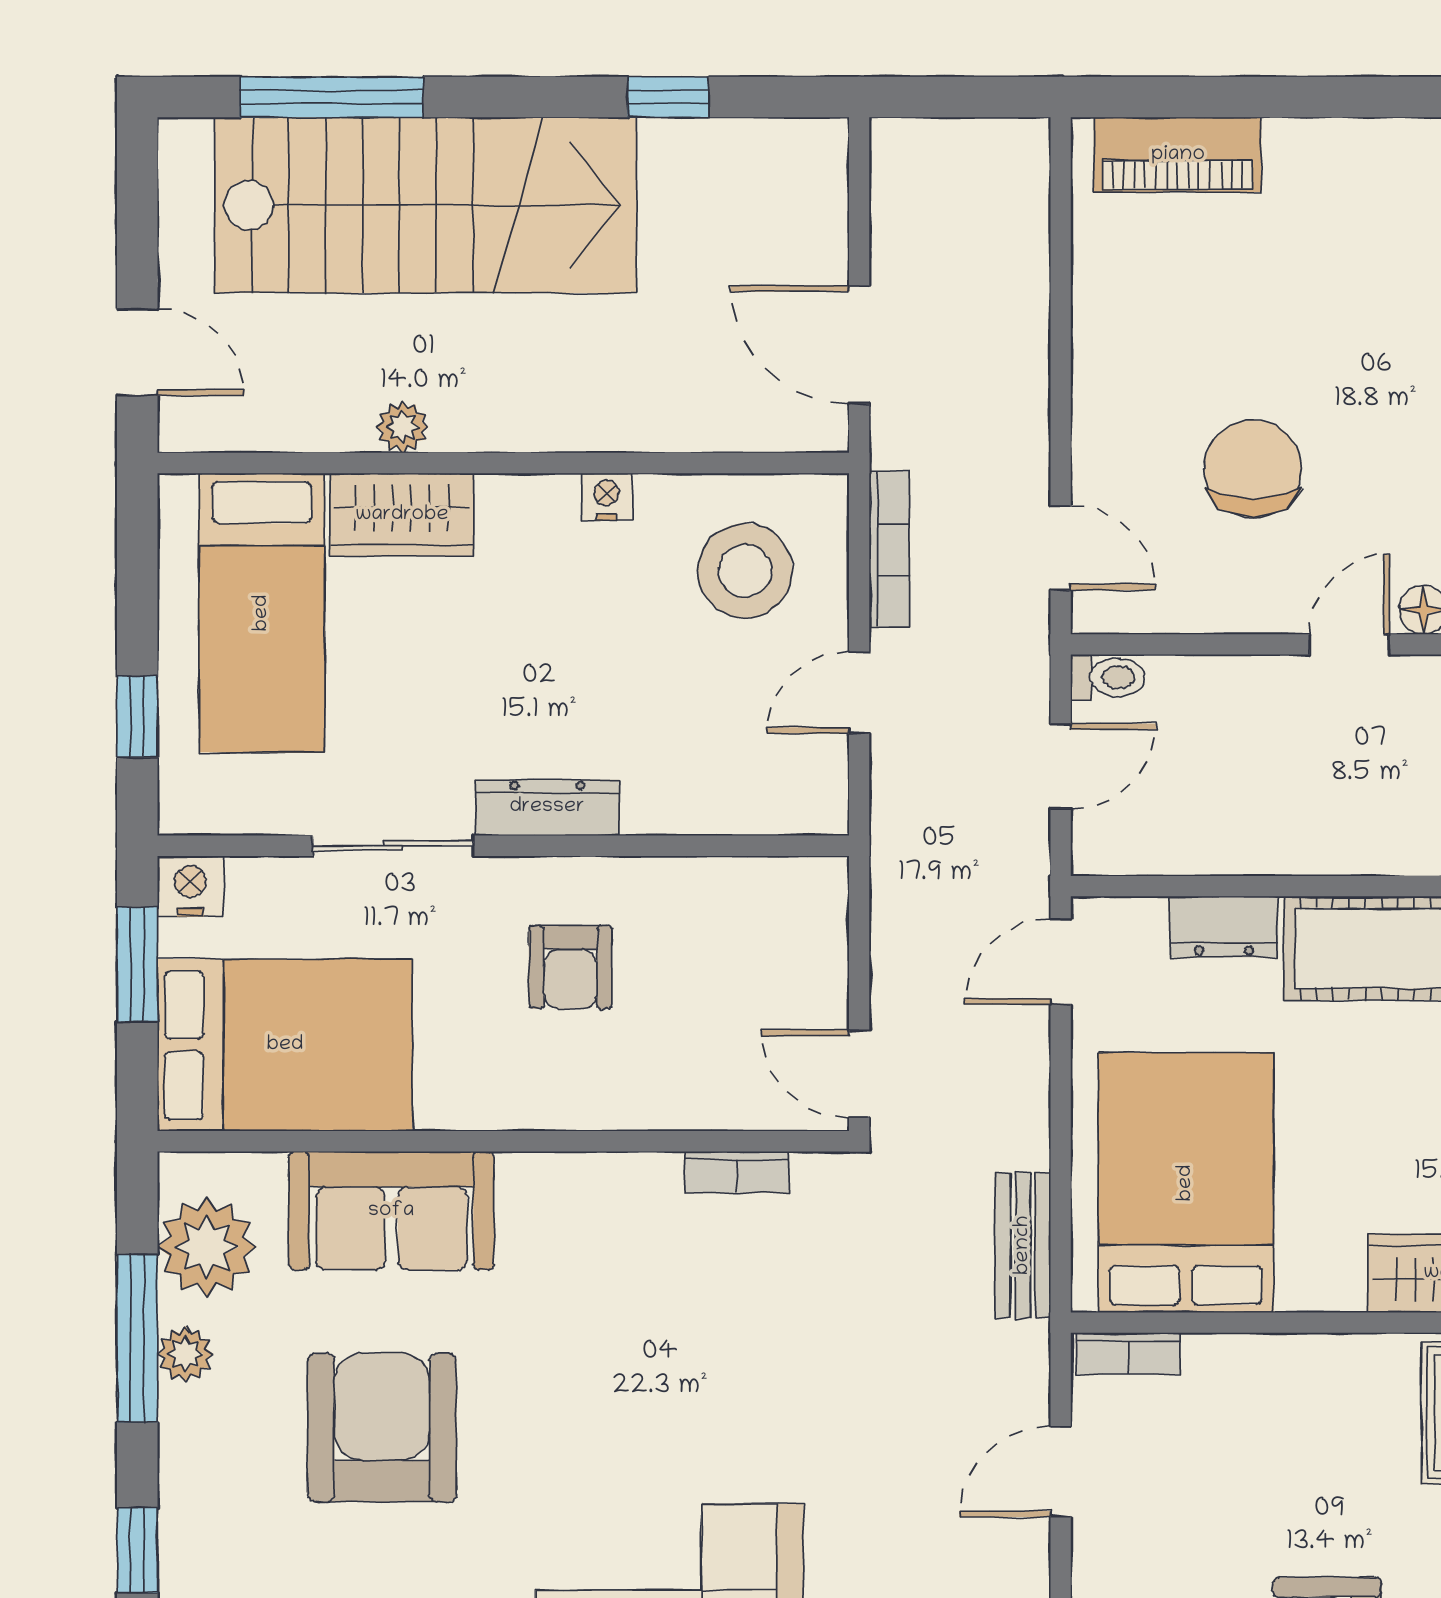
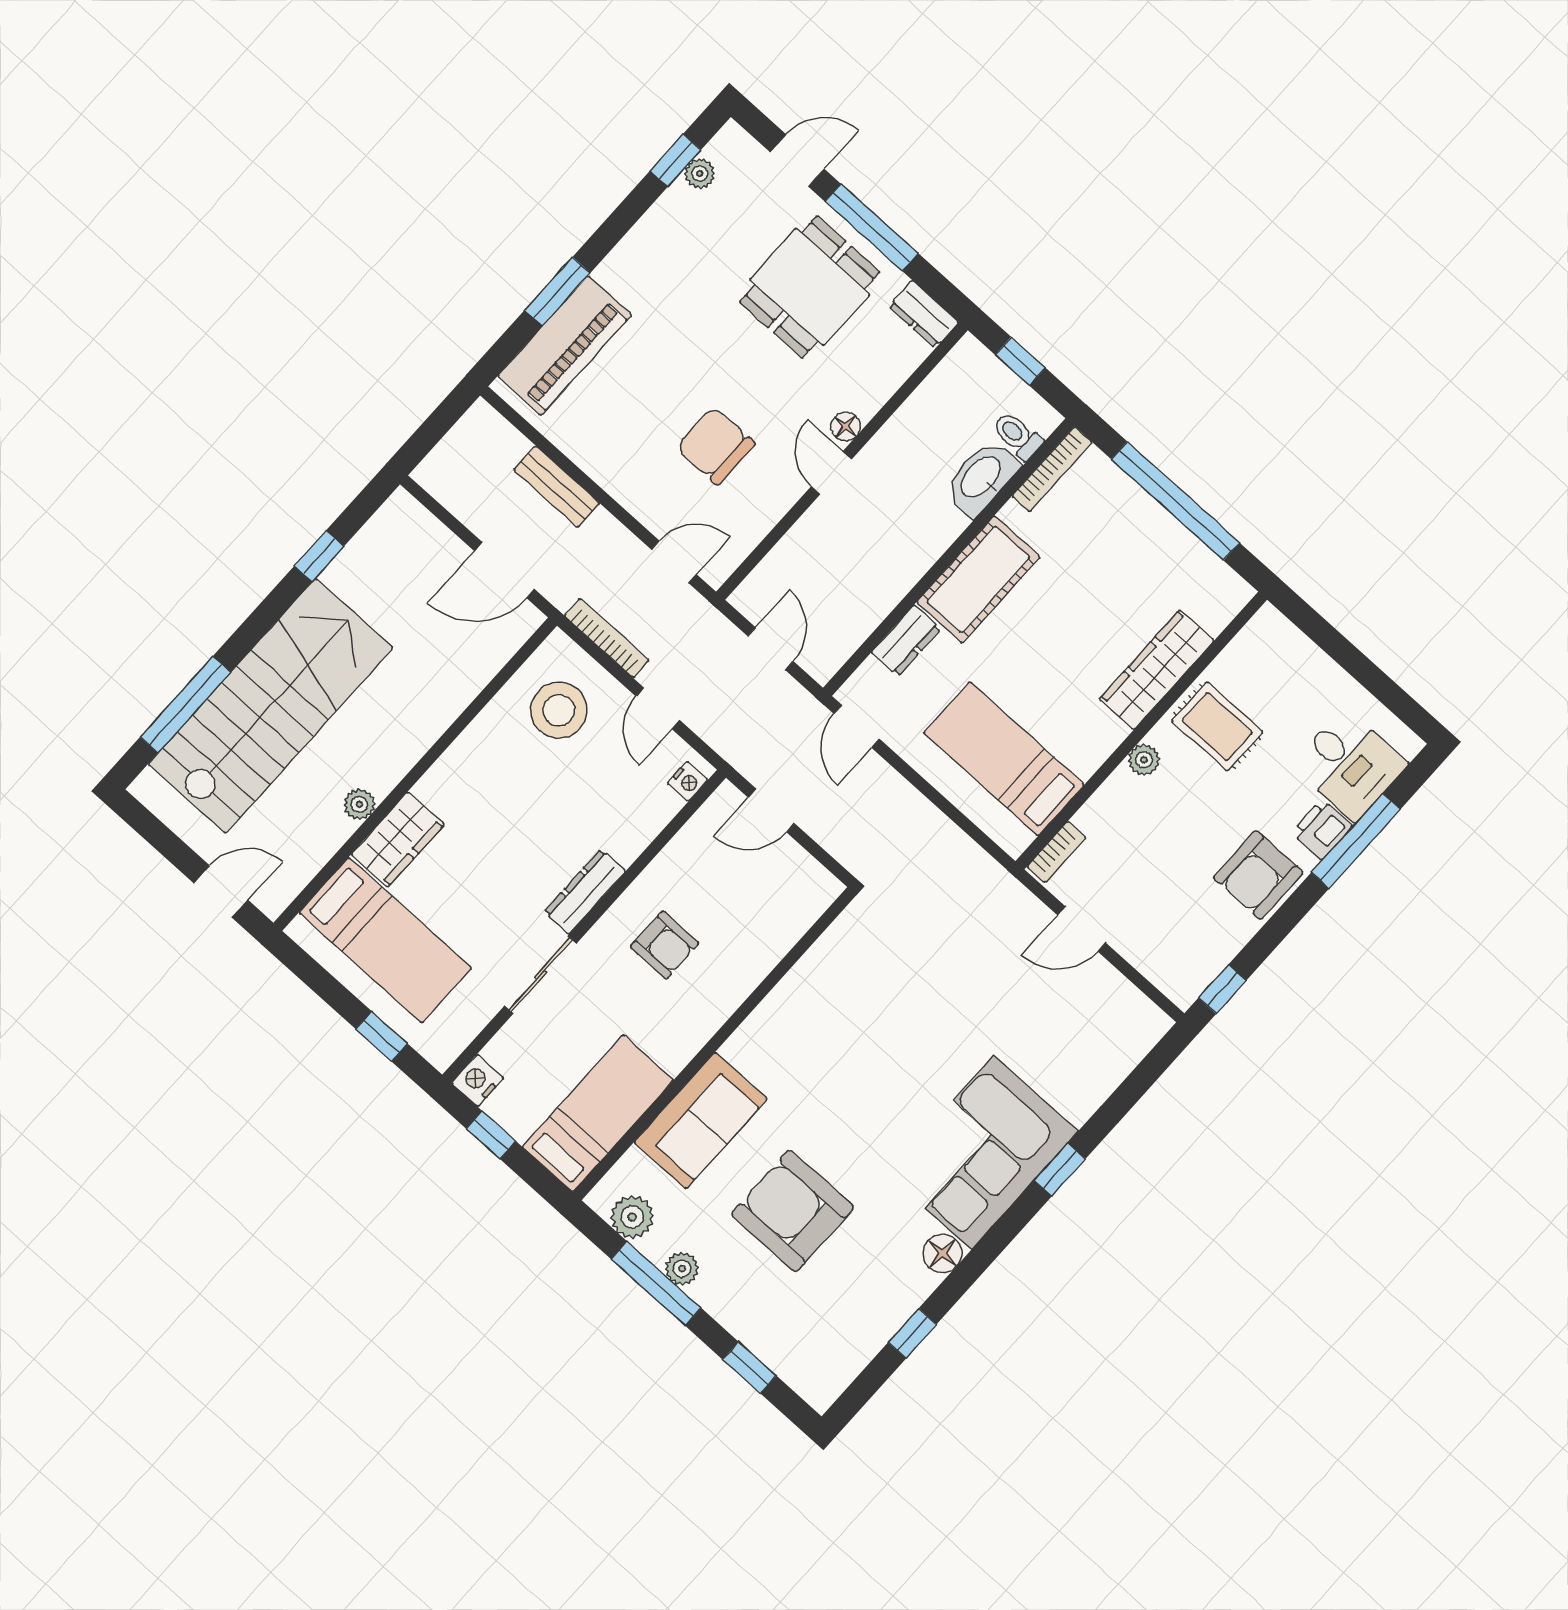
window: (1268, 97) -> (557, 291), added
piano: (1178, 155) -> (565, 345), width x1.37, depth x1.33
nightstand: (606, 497) -> (688, 781), moved, turned 180
toilet: (1108, 677) -> (750, 593), removed
window: (137, 964) -> (491, 1135), width x0.67
bed: (285, 1045) -> (598, 1113), width x0.67
door: (859, 1074) -> (771, 810), moved
bookcase: (737, 1172) -> (821, 953), removed
bed: (1186, 1183) -> (1004, 759), width x0.67
bench: (1023, 1245) -> (557, 487), moved
plant: (207, 1247) -> (632, 1217), width x0.73, depth x0.73
plant: (1342, 1359) -> (1144, 760), added
door: (1061, 1471) -> (1082, 929), hinge flipped

